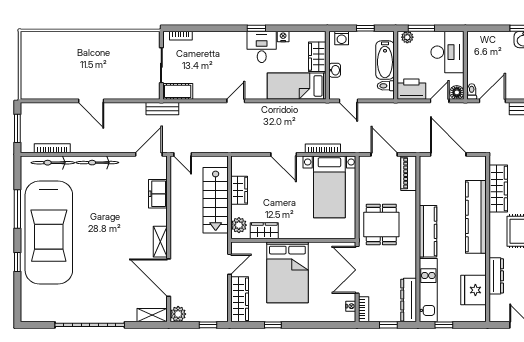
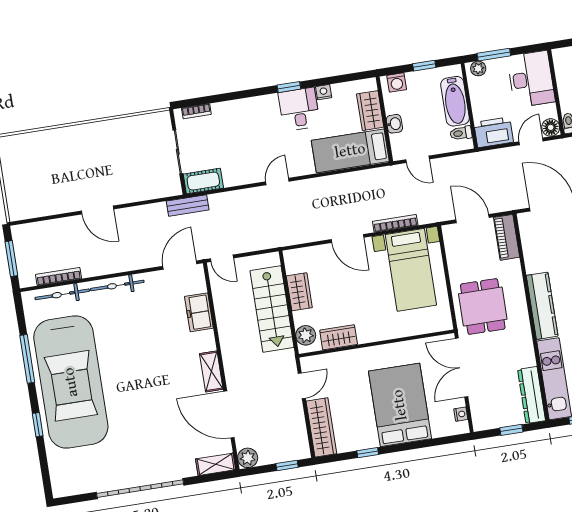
bed: (287, 272) -> (400, 405), moved, turned 180
bookcase: (364, 309) -> (477, 415), removed

